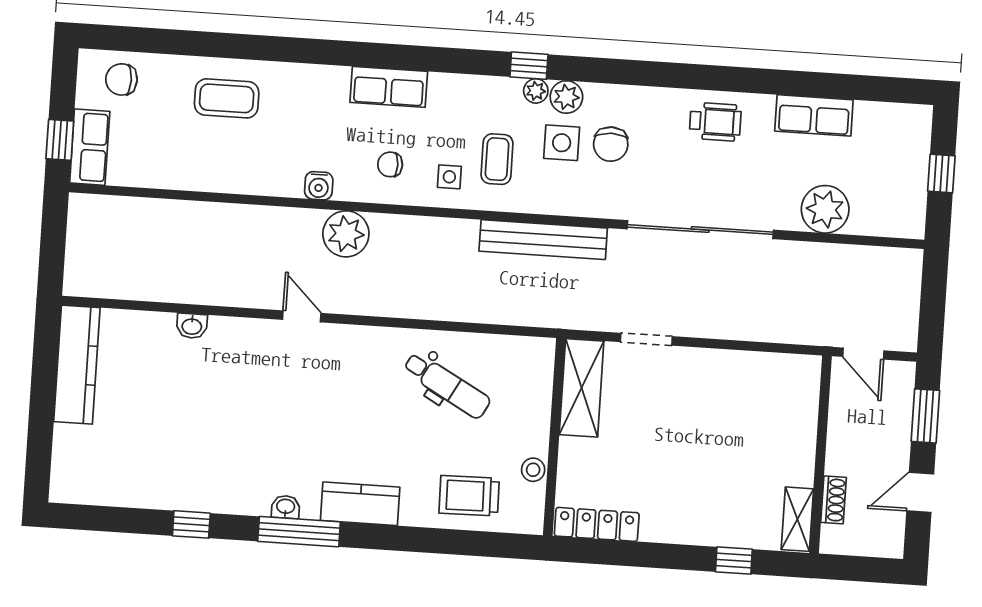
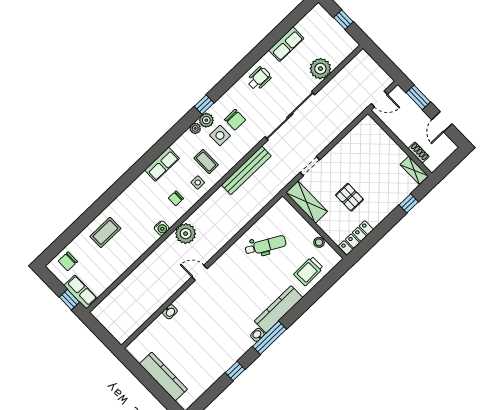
window: (529, 66) -> (204, 105), moved
row of seats: (389, 87) -> (162, 164), moved
kitchen counter: (77, 365) -> (163, 377), moved
pallet: (654, 452) -> (349, 197), added
kitchen counter: (360, 504) -> (279, 309), width x1.50

